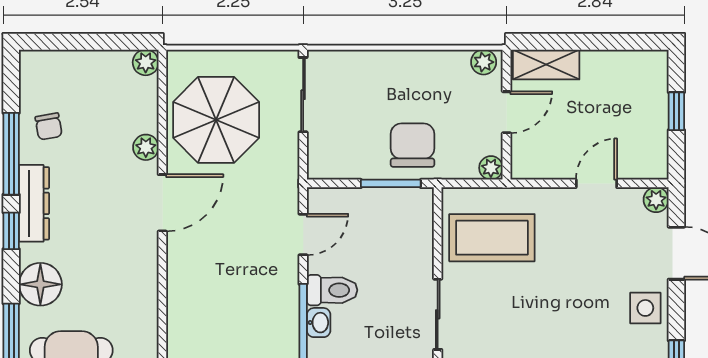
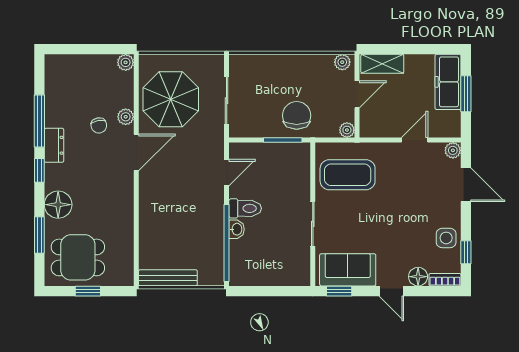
freezer: (648, 93) -> (448, 82), added
sliding door: (303, 95) -> (227, 101), moved
window: (676, 111) -> (466, 94), width x1.50
chair: (49, 126) -> (99, 125), moved
dresser: (34, 203) -> (54, 145), width x0.70
side table: (645, 308) -> (446, 238), moved

